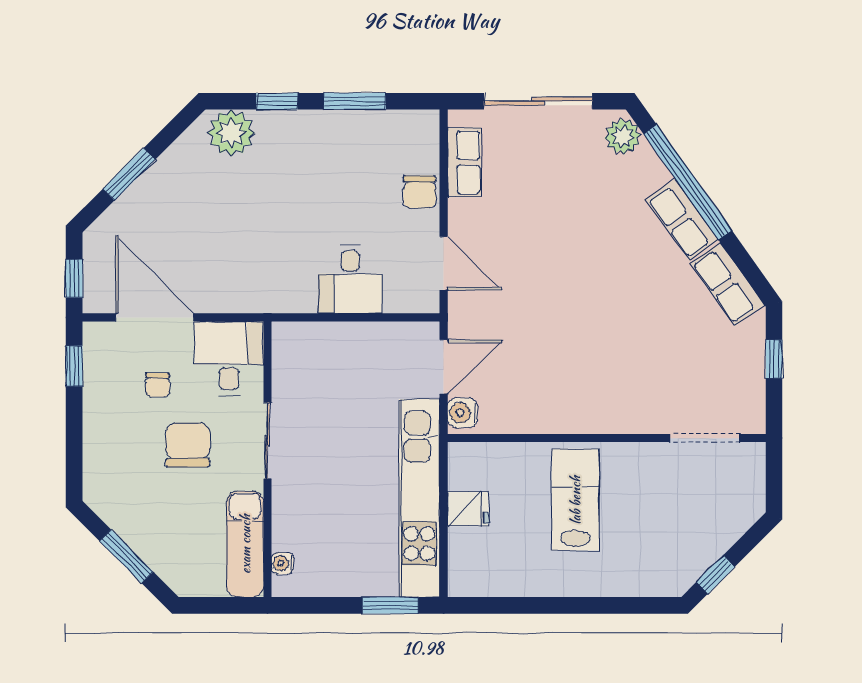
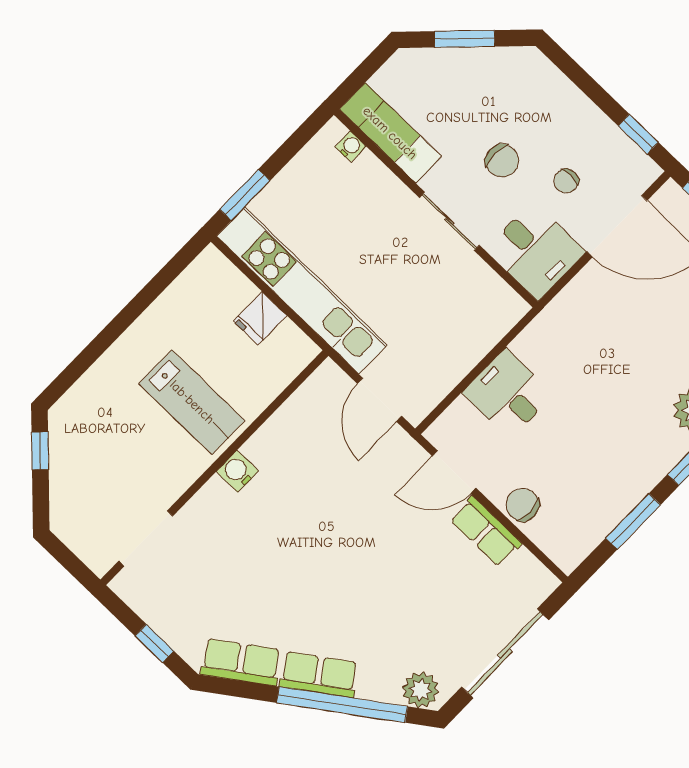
row of seats: (464, 162) -> (486, 531), moved
chair: (158, 385) -> (566, 181), turned -90
water cooler: (463, 413) -> (237, 471), moved, turned -90
chair: (188, 445) -> (502, 161), width x0.73, depth x0.73

